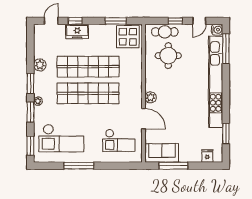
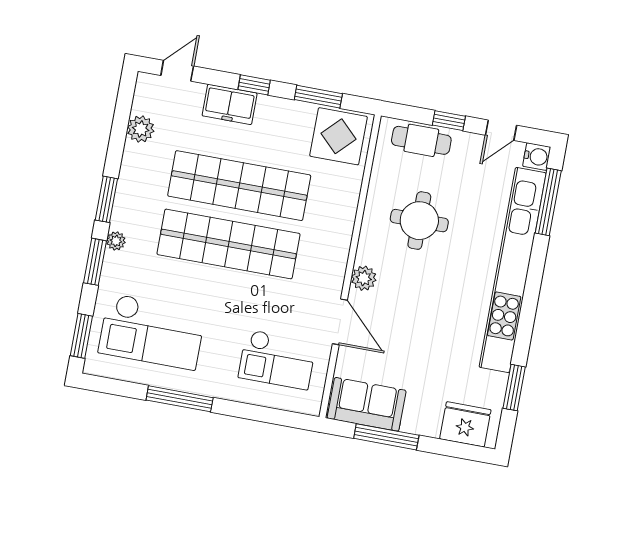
window: (75, 21) -> (254, 85), moved
round table: (168, 56) -> (419, 221), moved
plant: (40, 65) -> (141, 129), moved
fridge: (207, 156) -> (465, 424), width x1.88, depth x1.34

